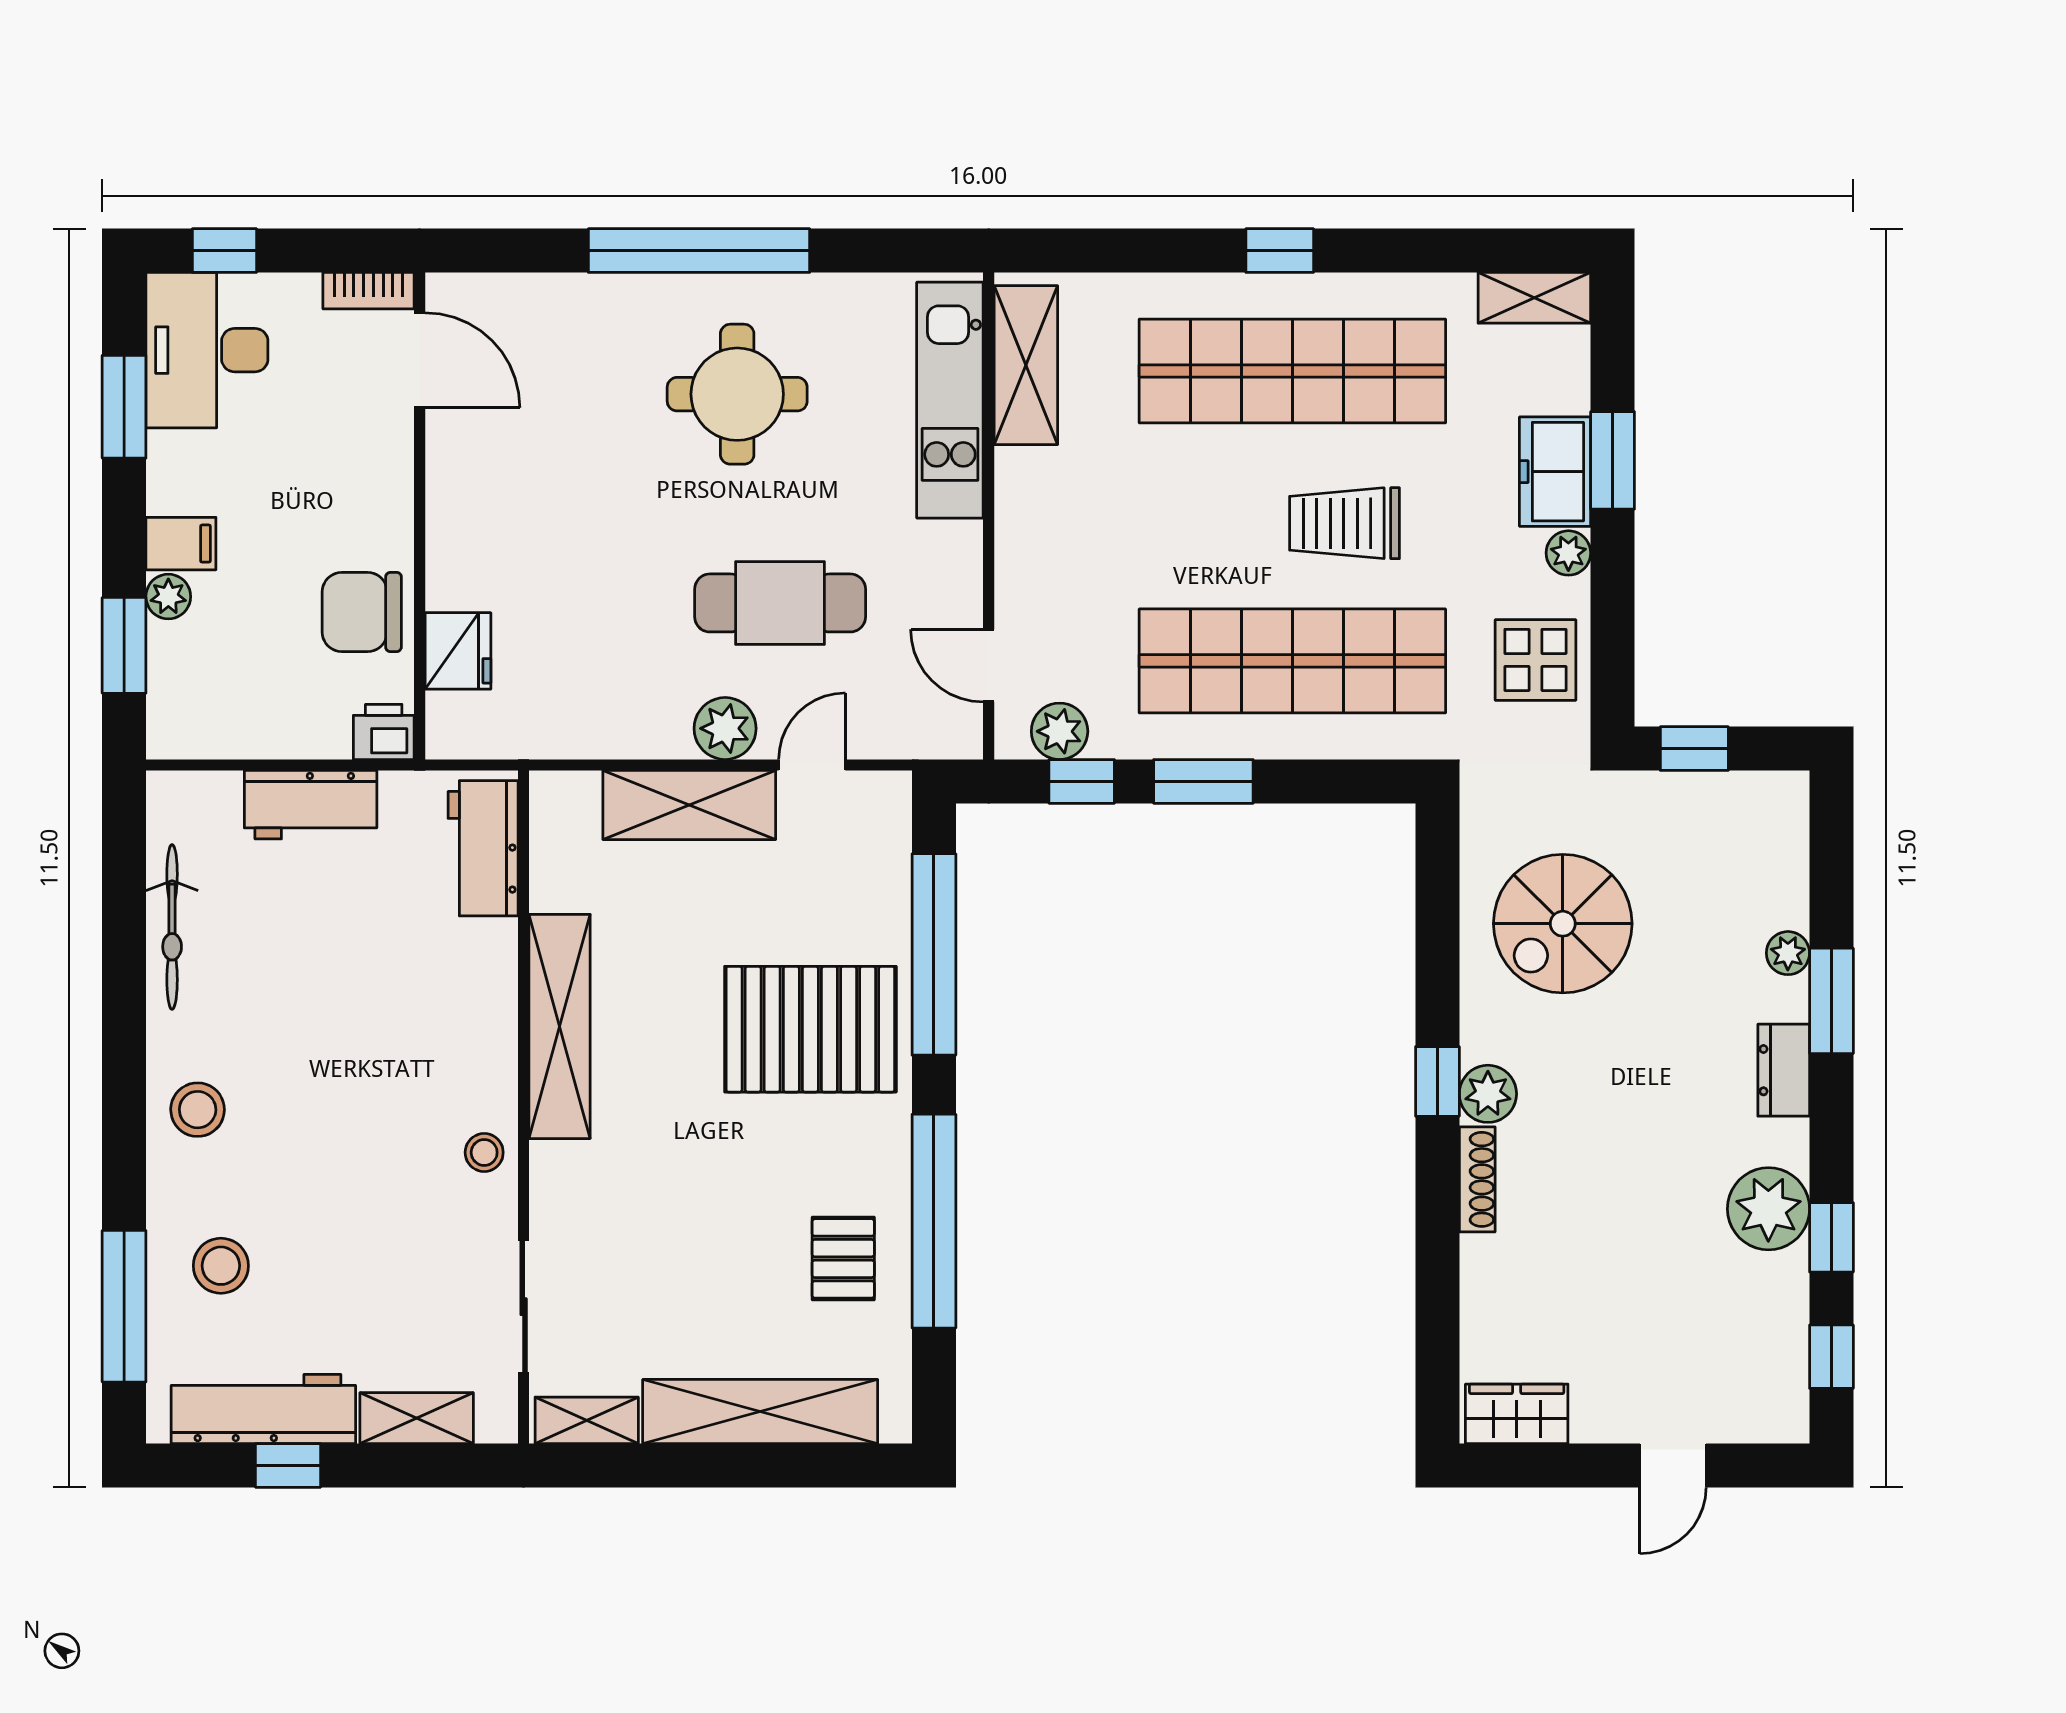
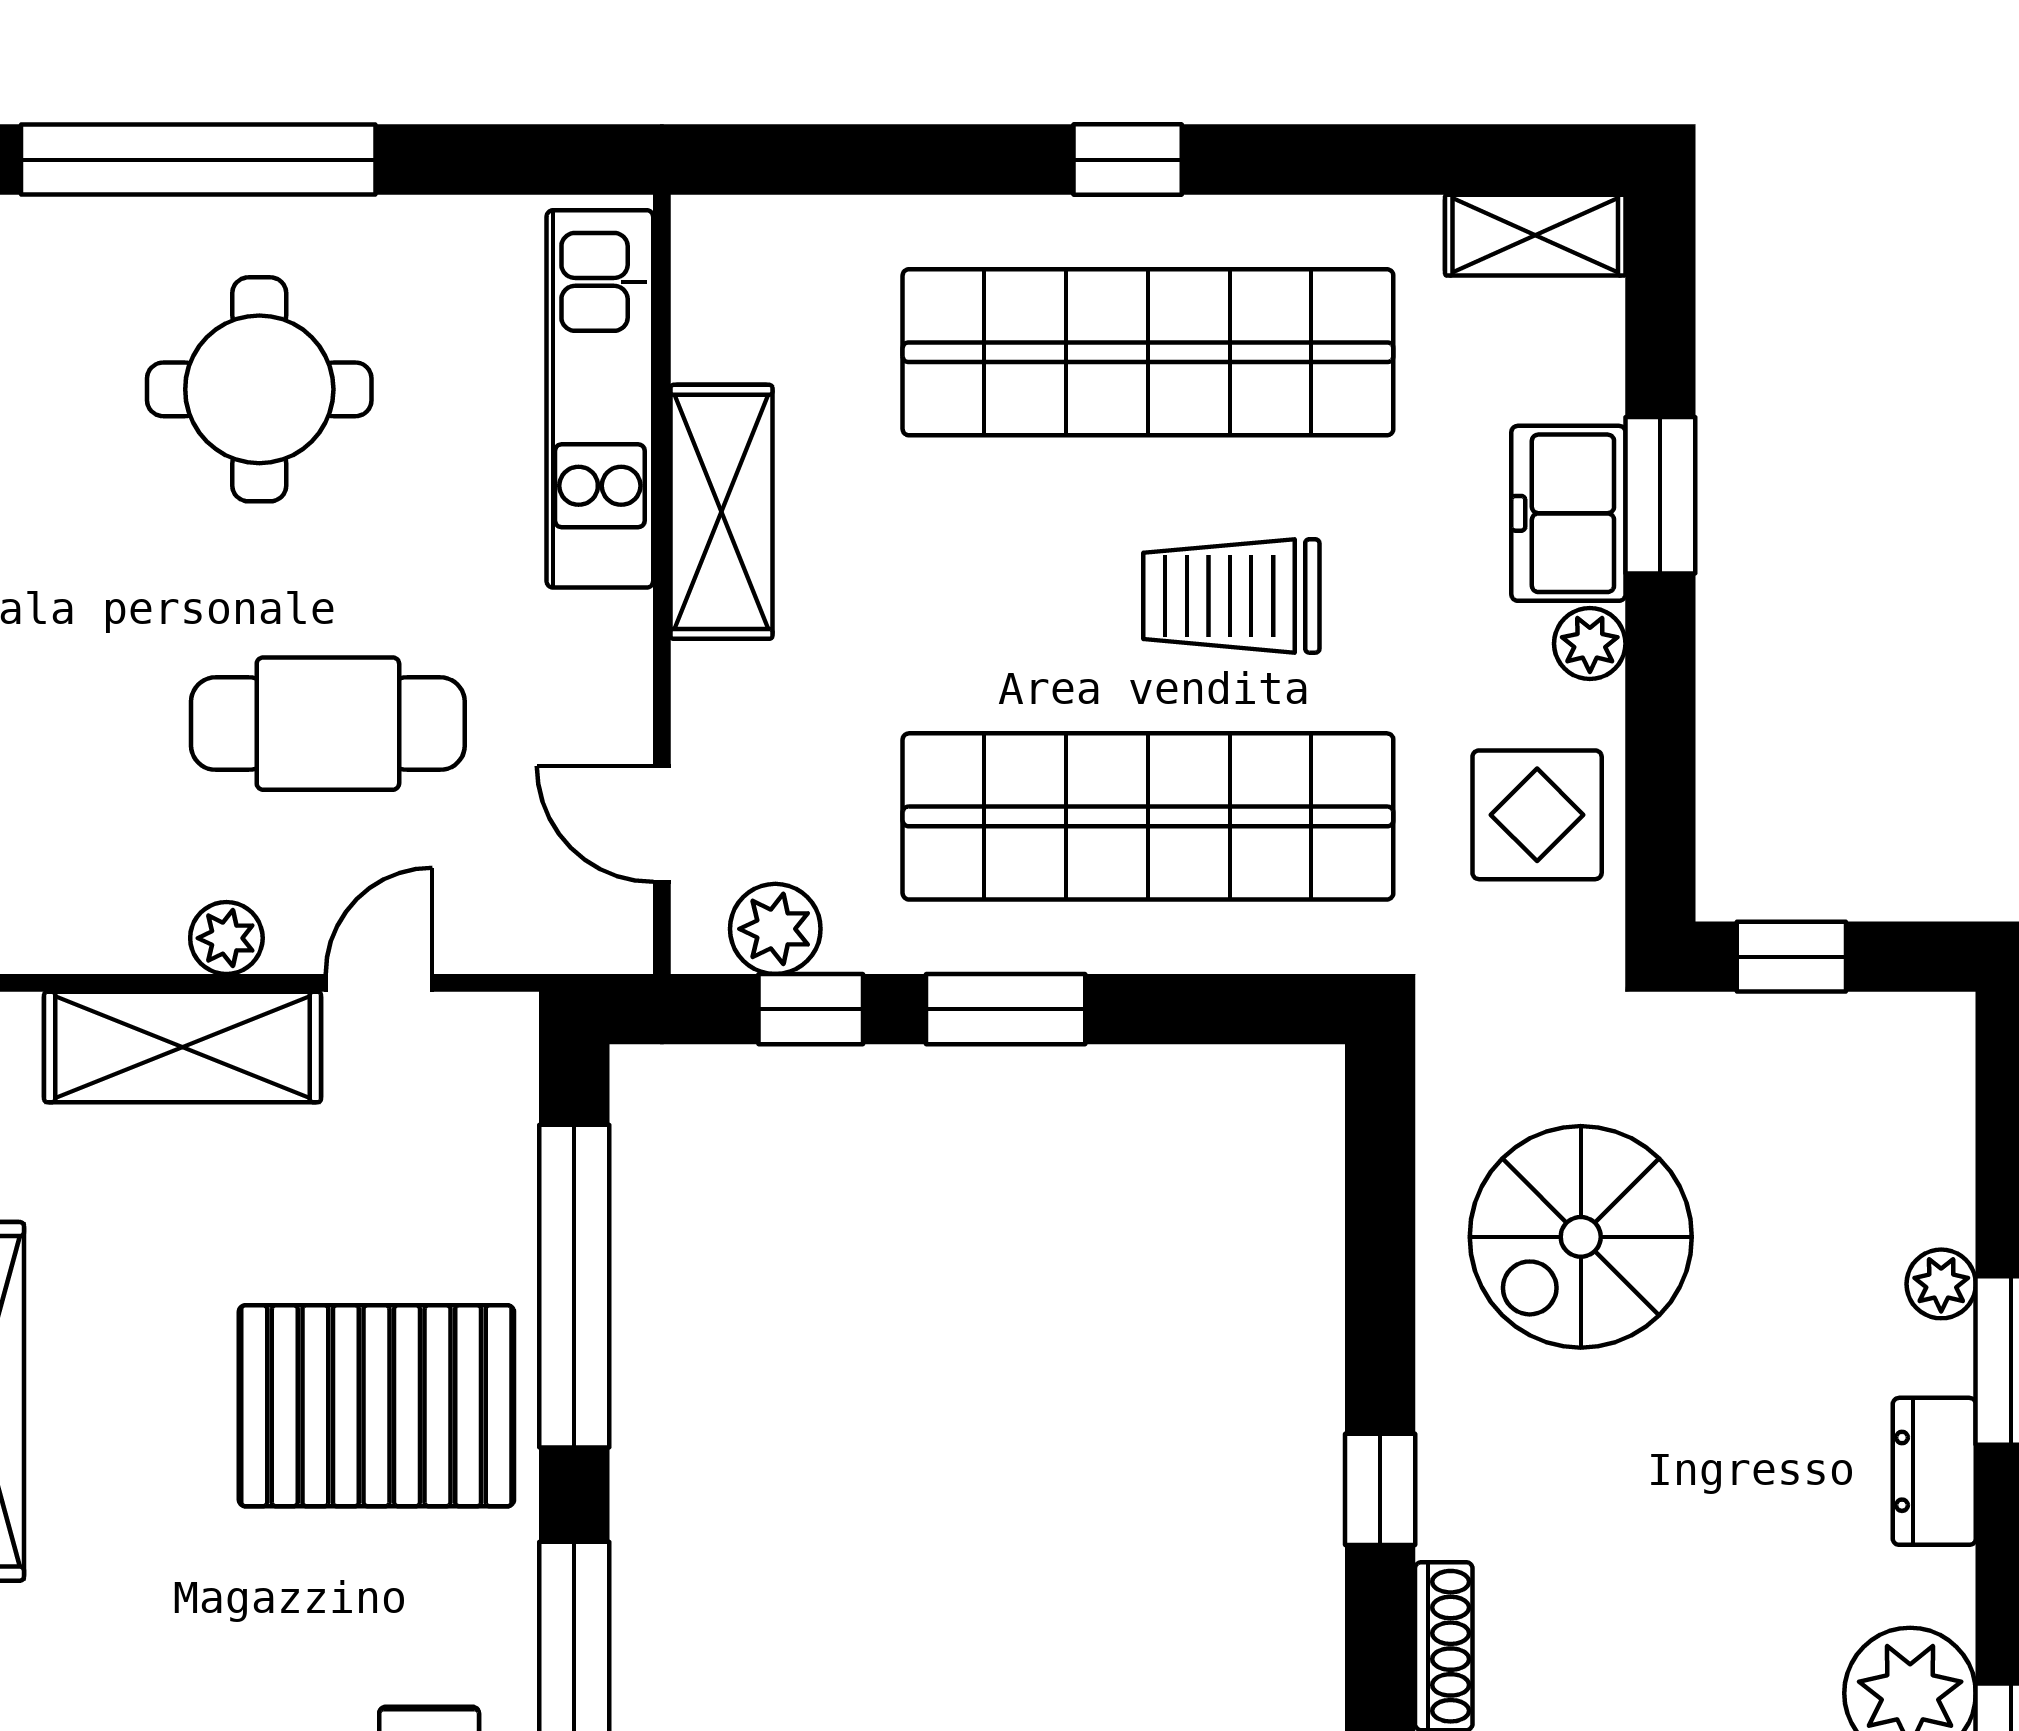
shelving: (1026, 365) -> (721, 512), moved
plant: (725, 728) -> (226, 938), width x0.73, depth x0.73
plant: (1488, 1094) -> (1461, 1509), removed

